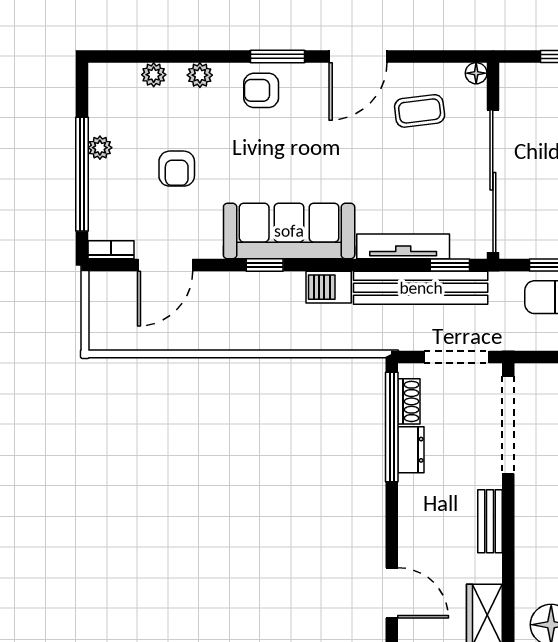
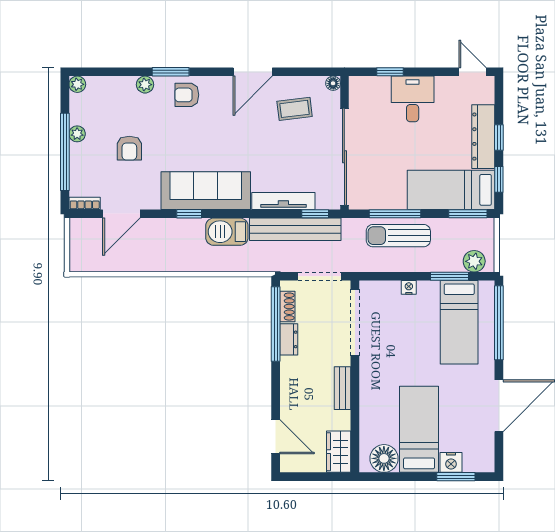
window: (278, 56) -> (171, 72), moved
plant: (154, 75) -> (77, 84), moved
barbecue: (329, 287) -> (227, 232), width x1.38, depth x1.27

